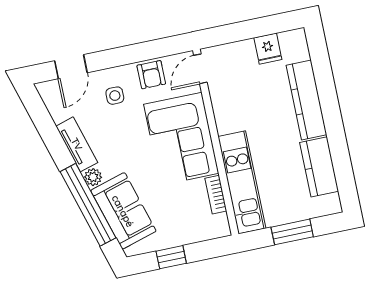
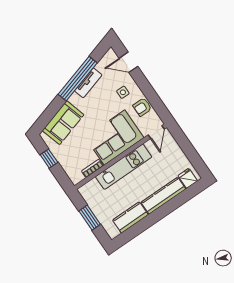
fridge: (268, 49) -> (188, 178), moved, turned 90
door: (200, 69) -> (156, 132), swing flipped
plant: (93, 177) -> (74, 99), removed
kitchen unit: (242, 182) -> (124, 167), moved
window: (88, 205) -> (78, 79), moved

